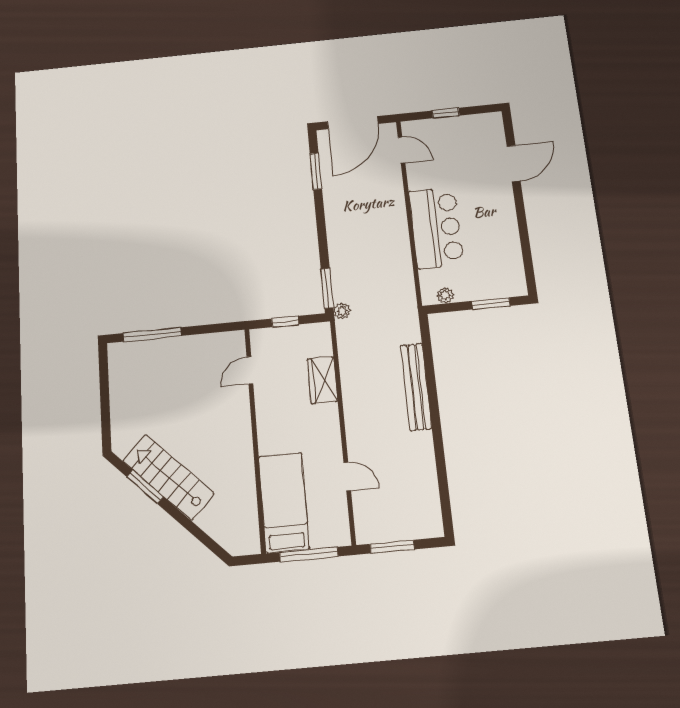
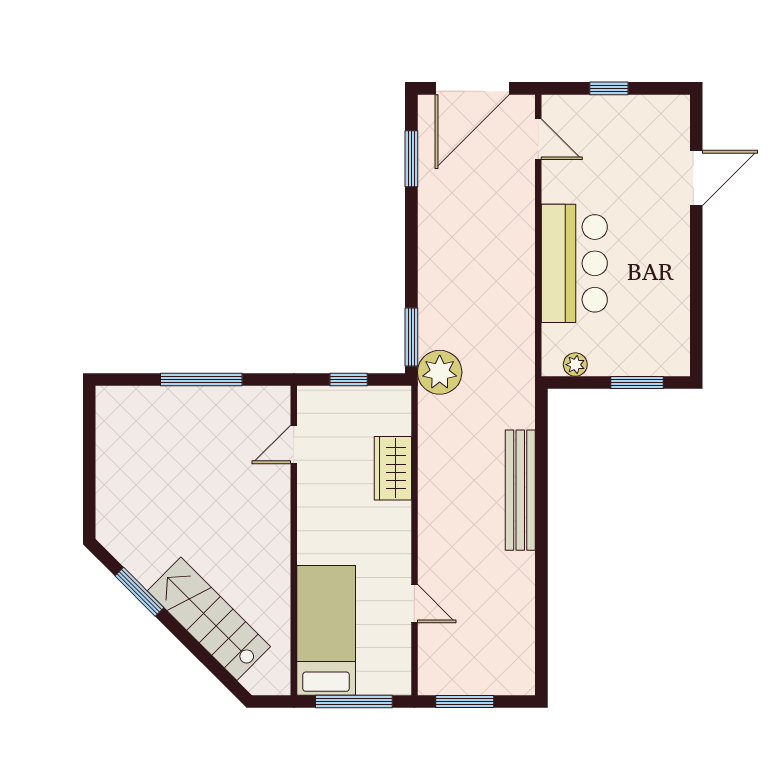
plant: (342, 311) -> (440, 372), width x1.88, depth x1.88
window: (152, 335) -> (201, 379), moved
stairs: (168, 477) -> (209, 619), moved

